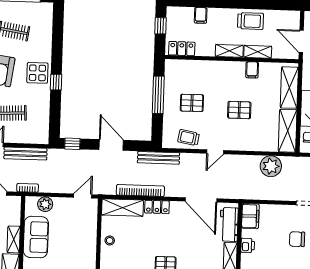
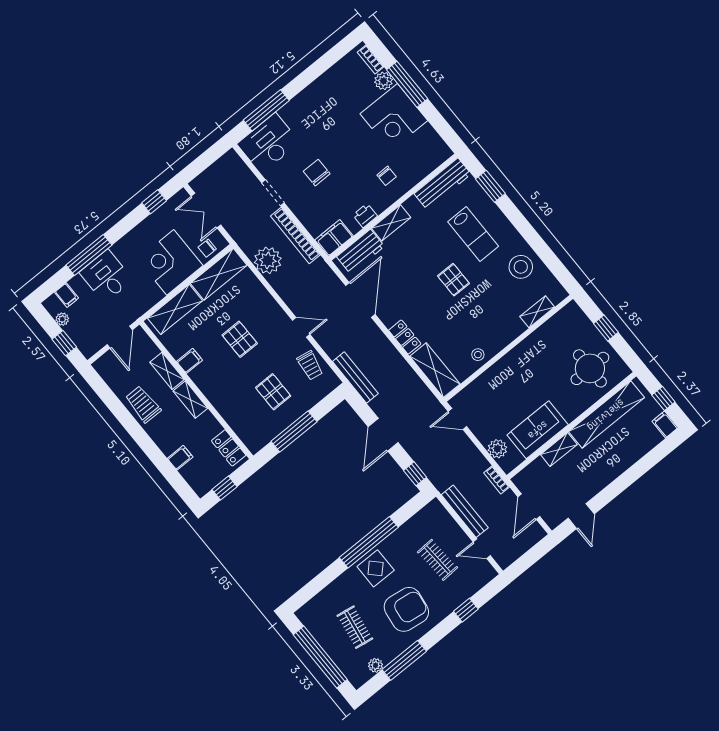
window: (56, 82) -> (369, 542), width x3.17
bookcase: (140, 190) -> (295, 235), moved
chair: (297, 239) -> (317, 173), turned 180

